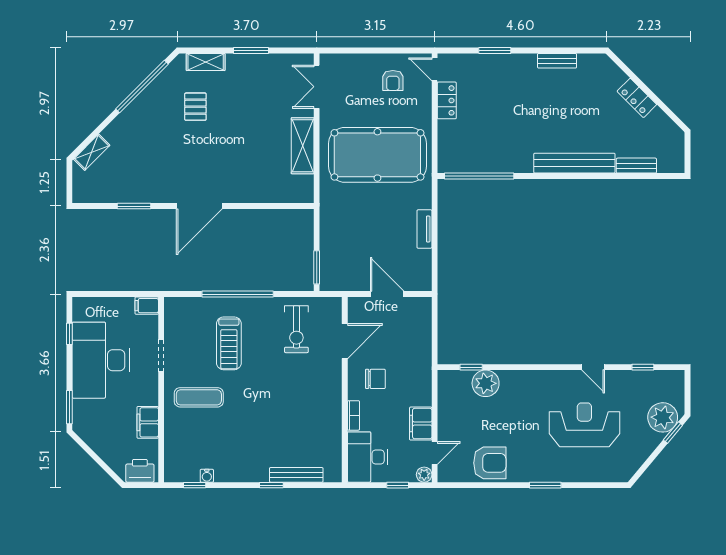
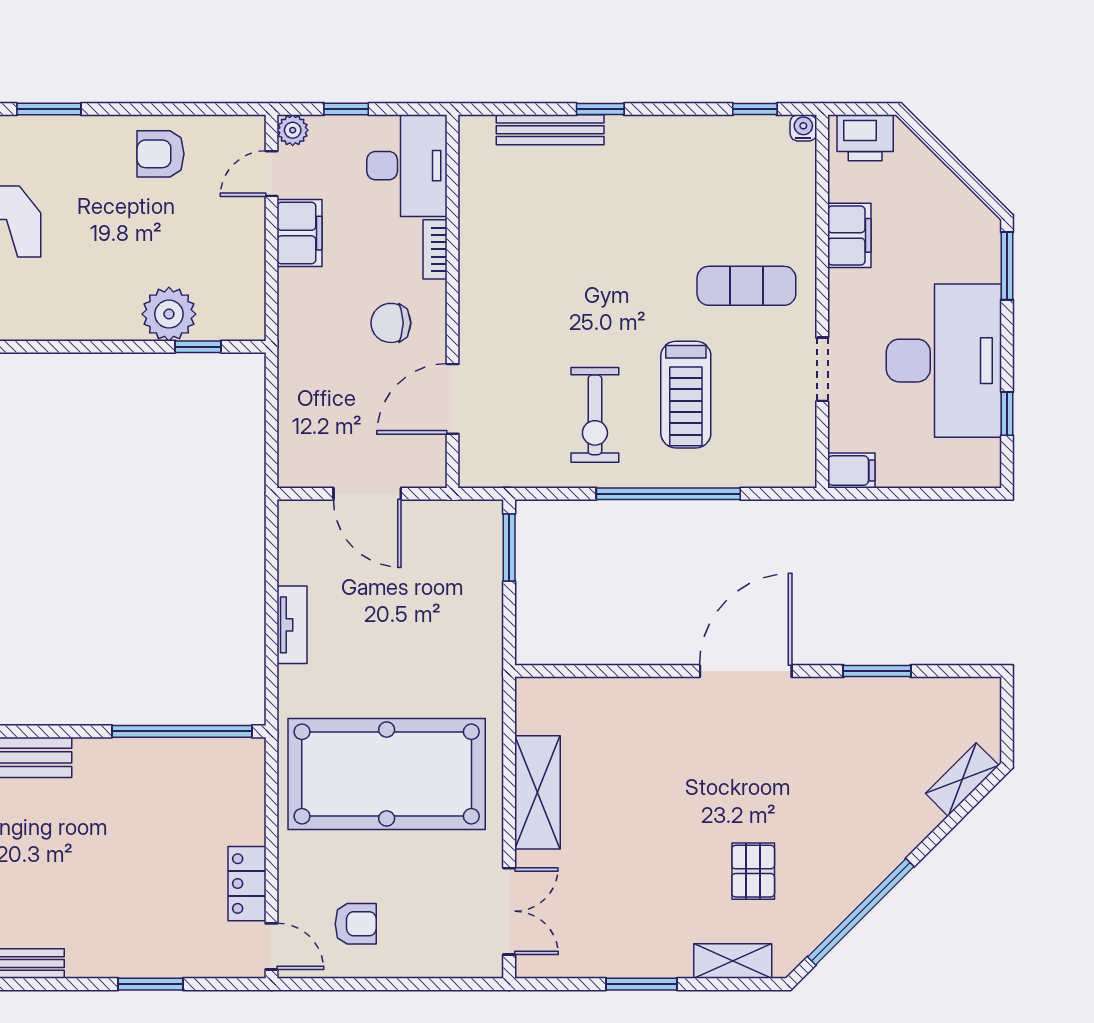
armchair: (393, 81) -> (356, 924), turned 90
exercise bike: (296, 329) -> (595, 415), moved, turned 180
treadmill: (229, 343) -> (686, 395), turned 180
armchair: (490, 463) -> (160, 154), width x0.72, depth x0.72
water cooler: (207, 476) -> (803, 128), moved

